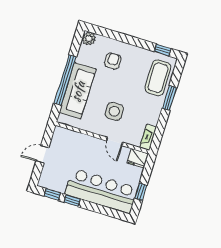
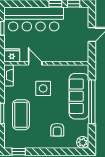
coffee table: (158, 78) -> (21, 115), moved

